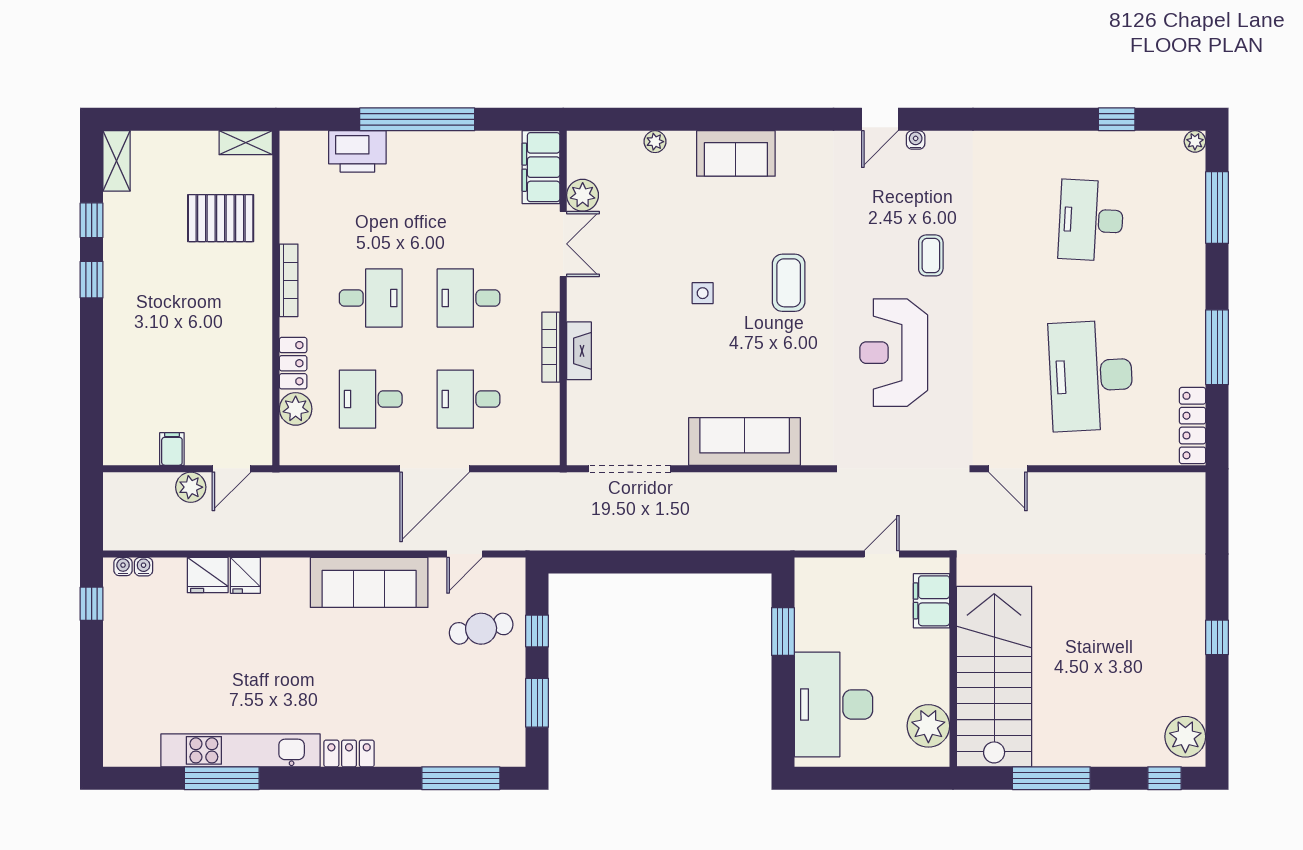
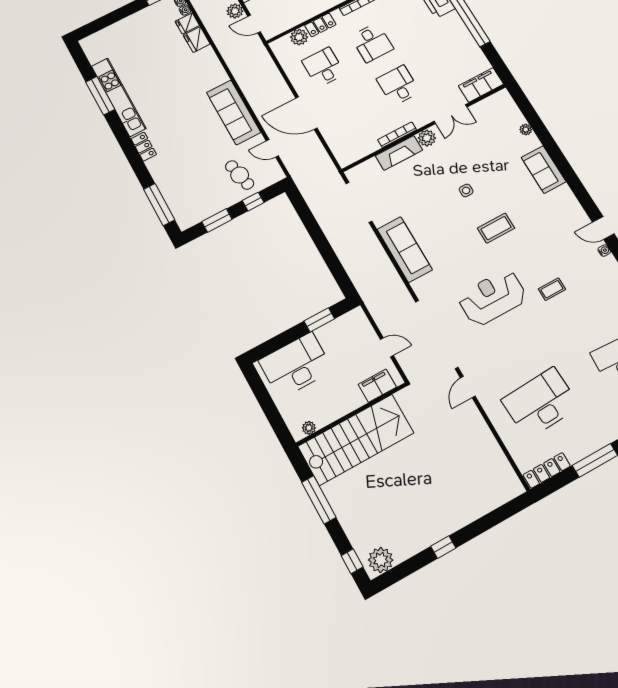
plant: (583, 195) -> (427, 138), moved
fireplace: (579, 351) -> (399, 153), width x1.37, depth x1.32
desk: (468, 399) -> (349, 111), removed
fridge: (245, 575) -> (187, 23), moved
plant: (928, 726) -> (309, 428), width x0.53, depth x0.53

